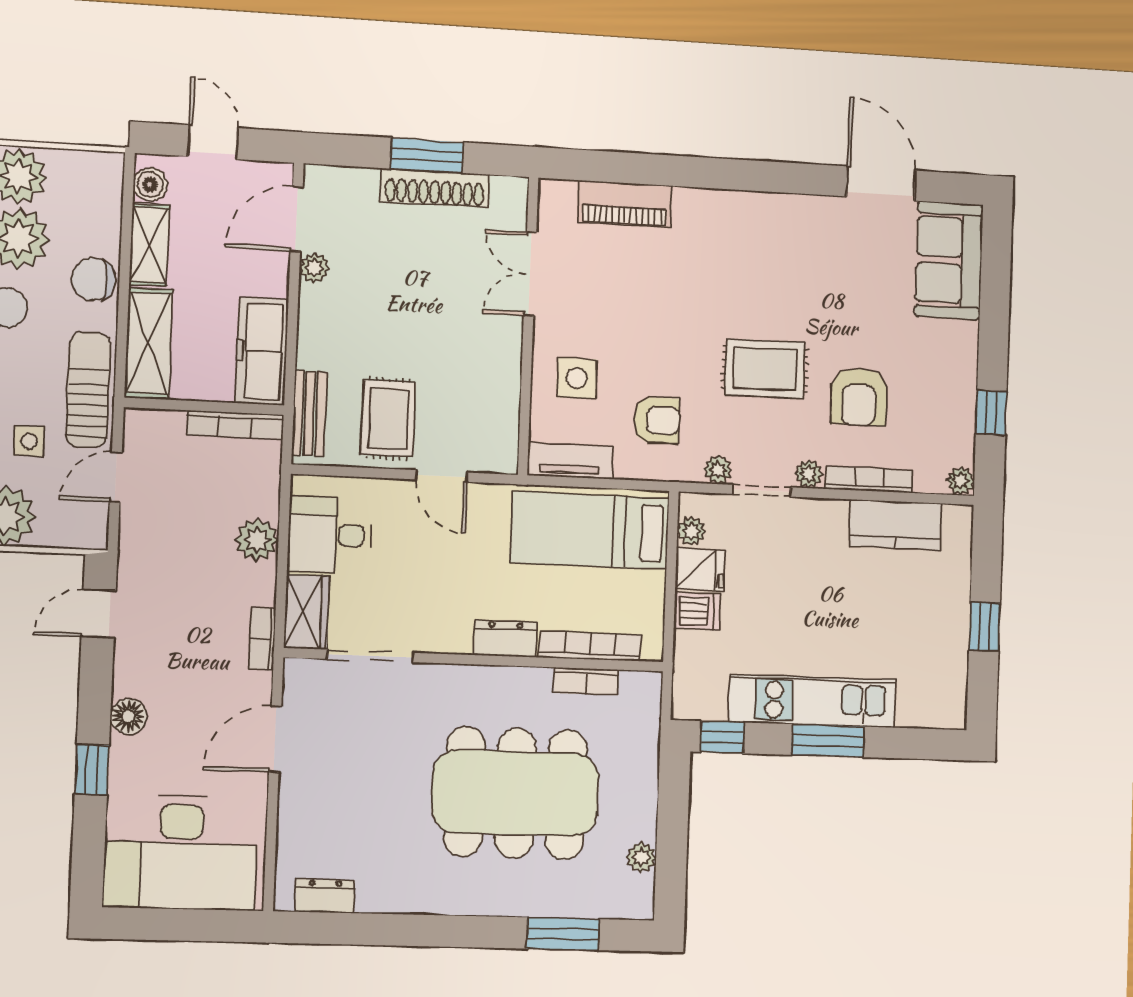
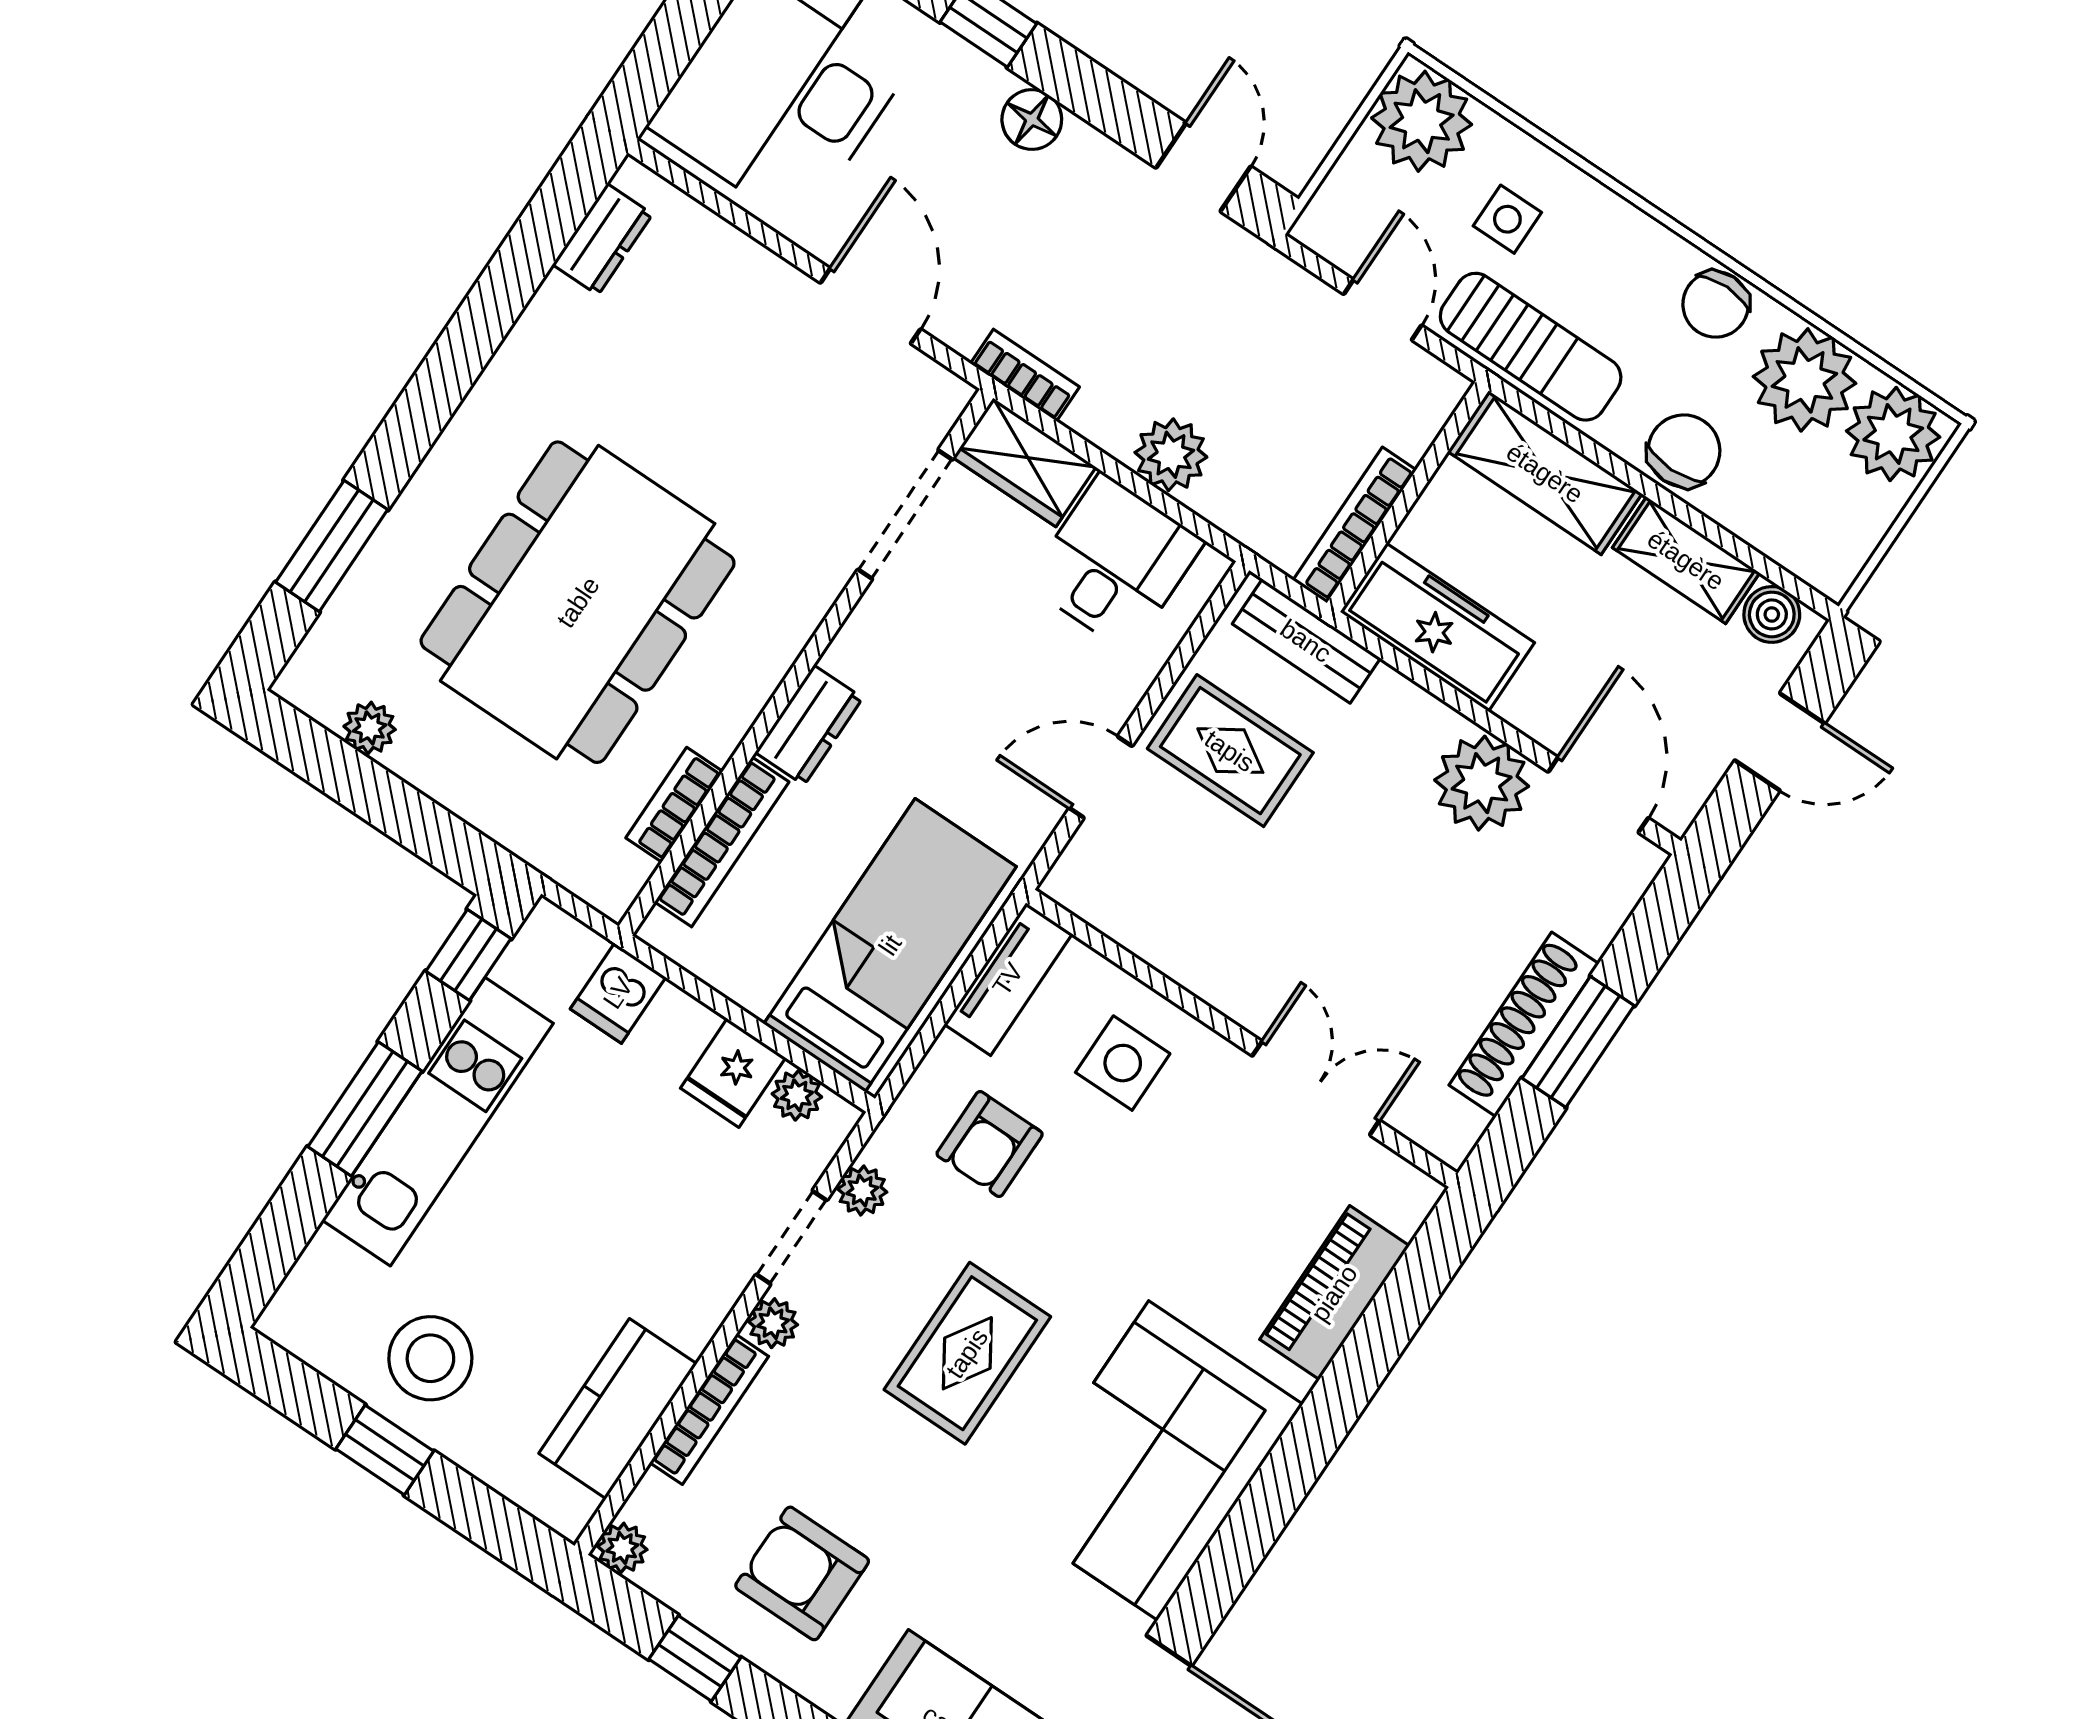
corner sofa: (761, 245) -> (1153, 1460), added
plant: (314, 268) -> (1482, 783), width x1.88, depth x1.88
armchair: (859, 397) -> (802, 1573), moved
dishwasher: (697, 611) -> (618, 993), moved
stool: (927, 632) -> (430, 1358), added

